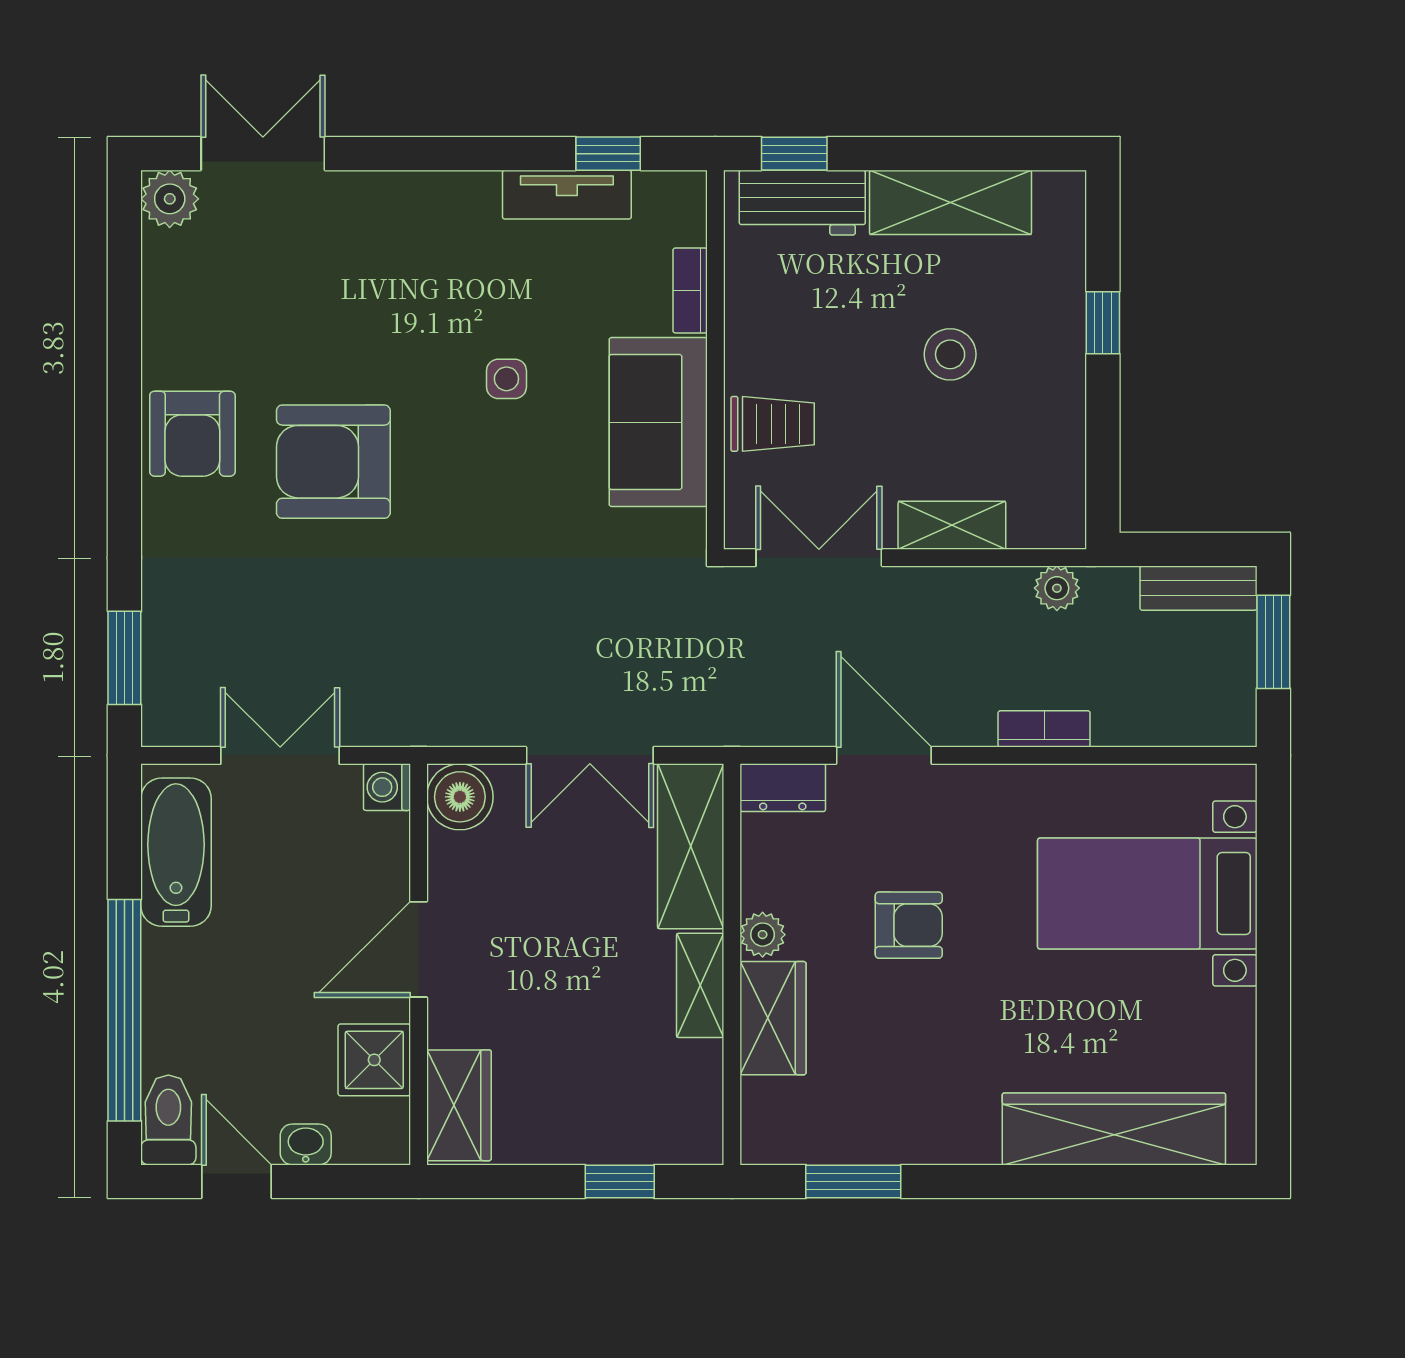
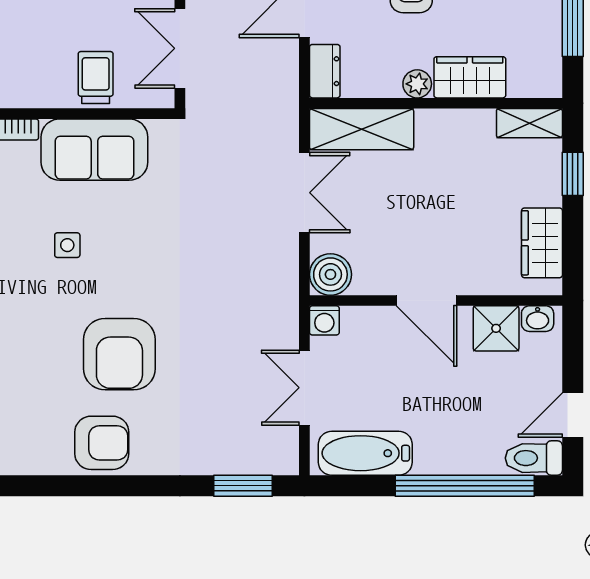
shelving: (700, 985) -> (529, 123), moved
wardrobe: (459, 1105) -> (542, 243), moved, turned -90
washbasin: (306, 1144) -> (538, 319), moved, turned -90

